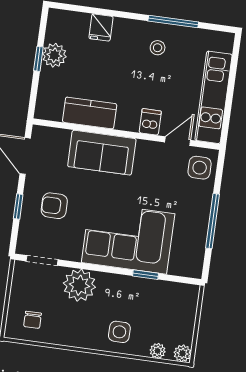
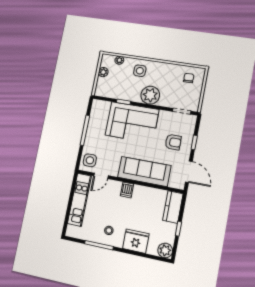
fridge: (101, 27) -> (136, 241), width x1.88, depth x1.34
plant: (54, 55) -> (165, 250), moved
kitchen counter: (90, 113) -> (173, 207), moved, turned 90
dishwasher: (150, 122) -> (127, 190), moved
sofa: (102, 153) -> (144, 171), width x1.36
plant: (79, 285) -> (150, 95), moved
plant: (182, 353) -> (103, 72), moved

